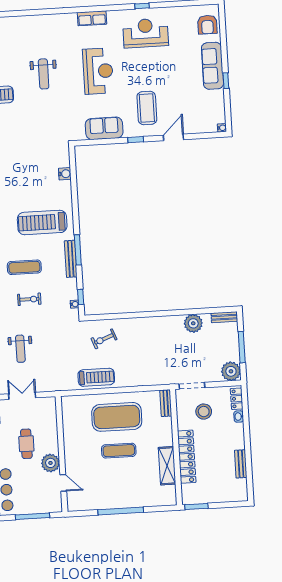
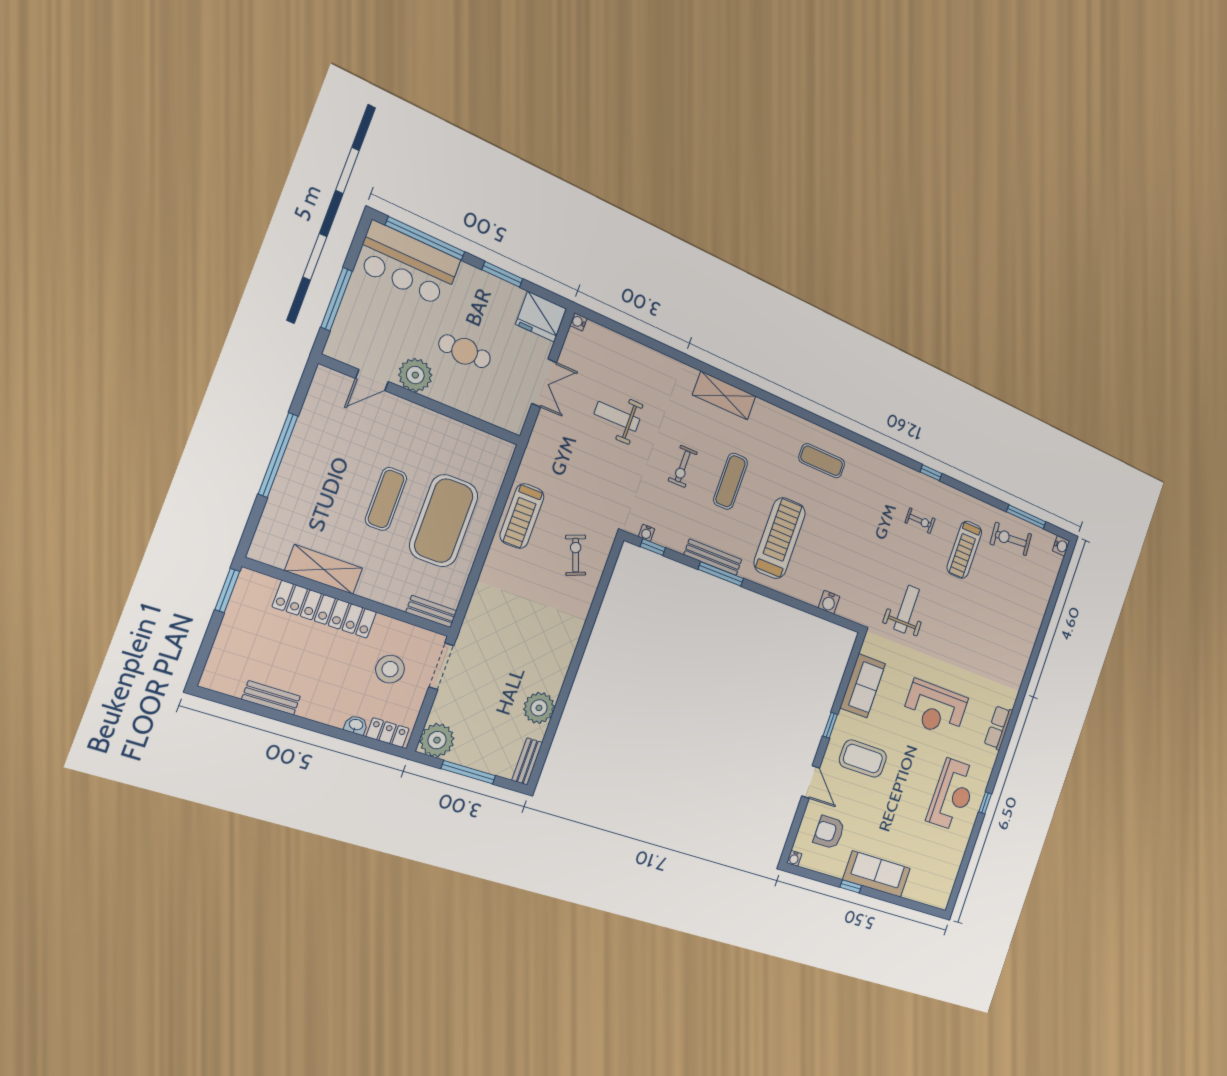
armchair: (207, 25) -> (829, 832), moved
weight bench: (44, 74) -> (907, 609), moved, turned 90

